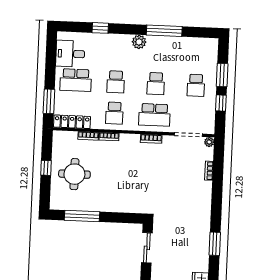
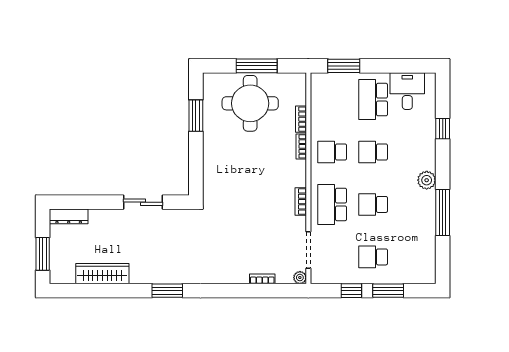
locker: (72, 122) -> (318, 97), removed
window: (46, 168) -> (257, 66), width x2.17
round table: (74, 174) -> (250, 103), width x1.36, depth x1.36
window: (82, 216) -> (196, 116), width x0.69
sliding door: (147, 248) -> (143, 202), moved

